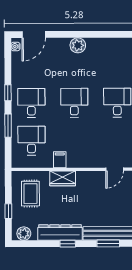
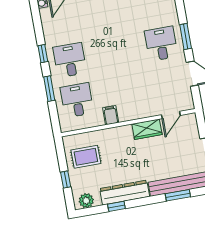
desk: (74, 103) -> (115, 52), removed
wardrobe: (63, 178) -> (147, 129), moved
rug: (30, 194) -> (86, 157), turned 90
window: (68, 244) -> (116, 206), moved

